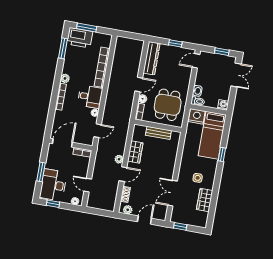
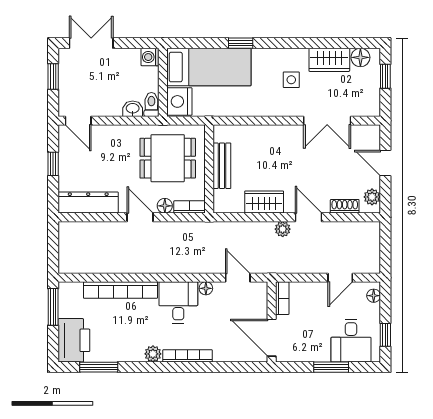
window: (87, 28) -> (53, 307), moved
desk: (53, 185) -> (351, 341), width x0.73
floor lamp: (203, 217) -> (360, 57), added
window: (180, 226) -> (385, 76), moved

